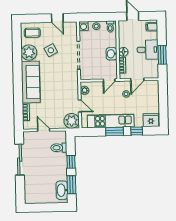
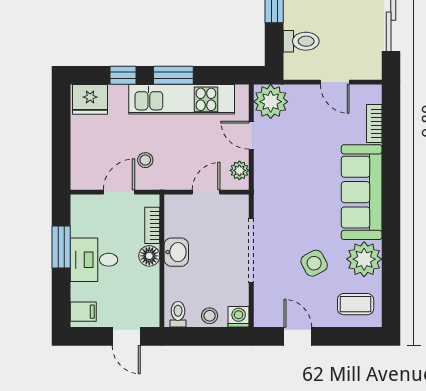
door: (109, 80) -> (206, 192), moved

